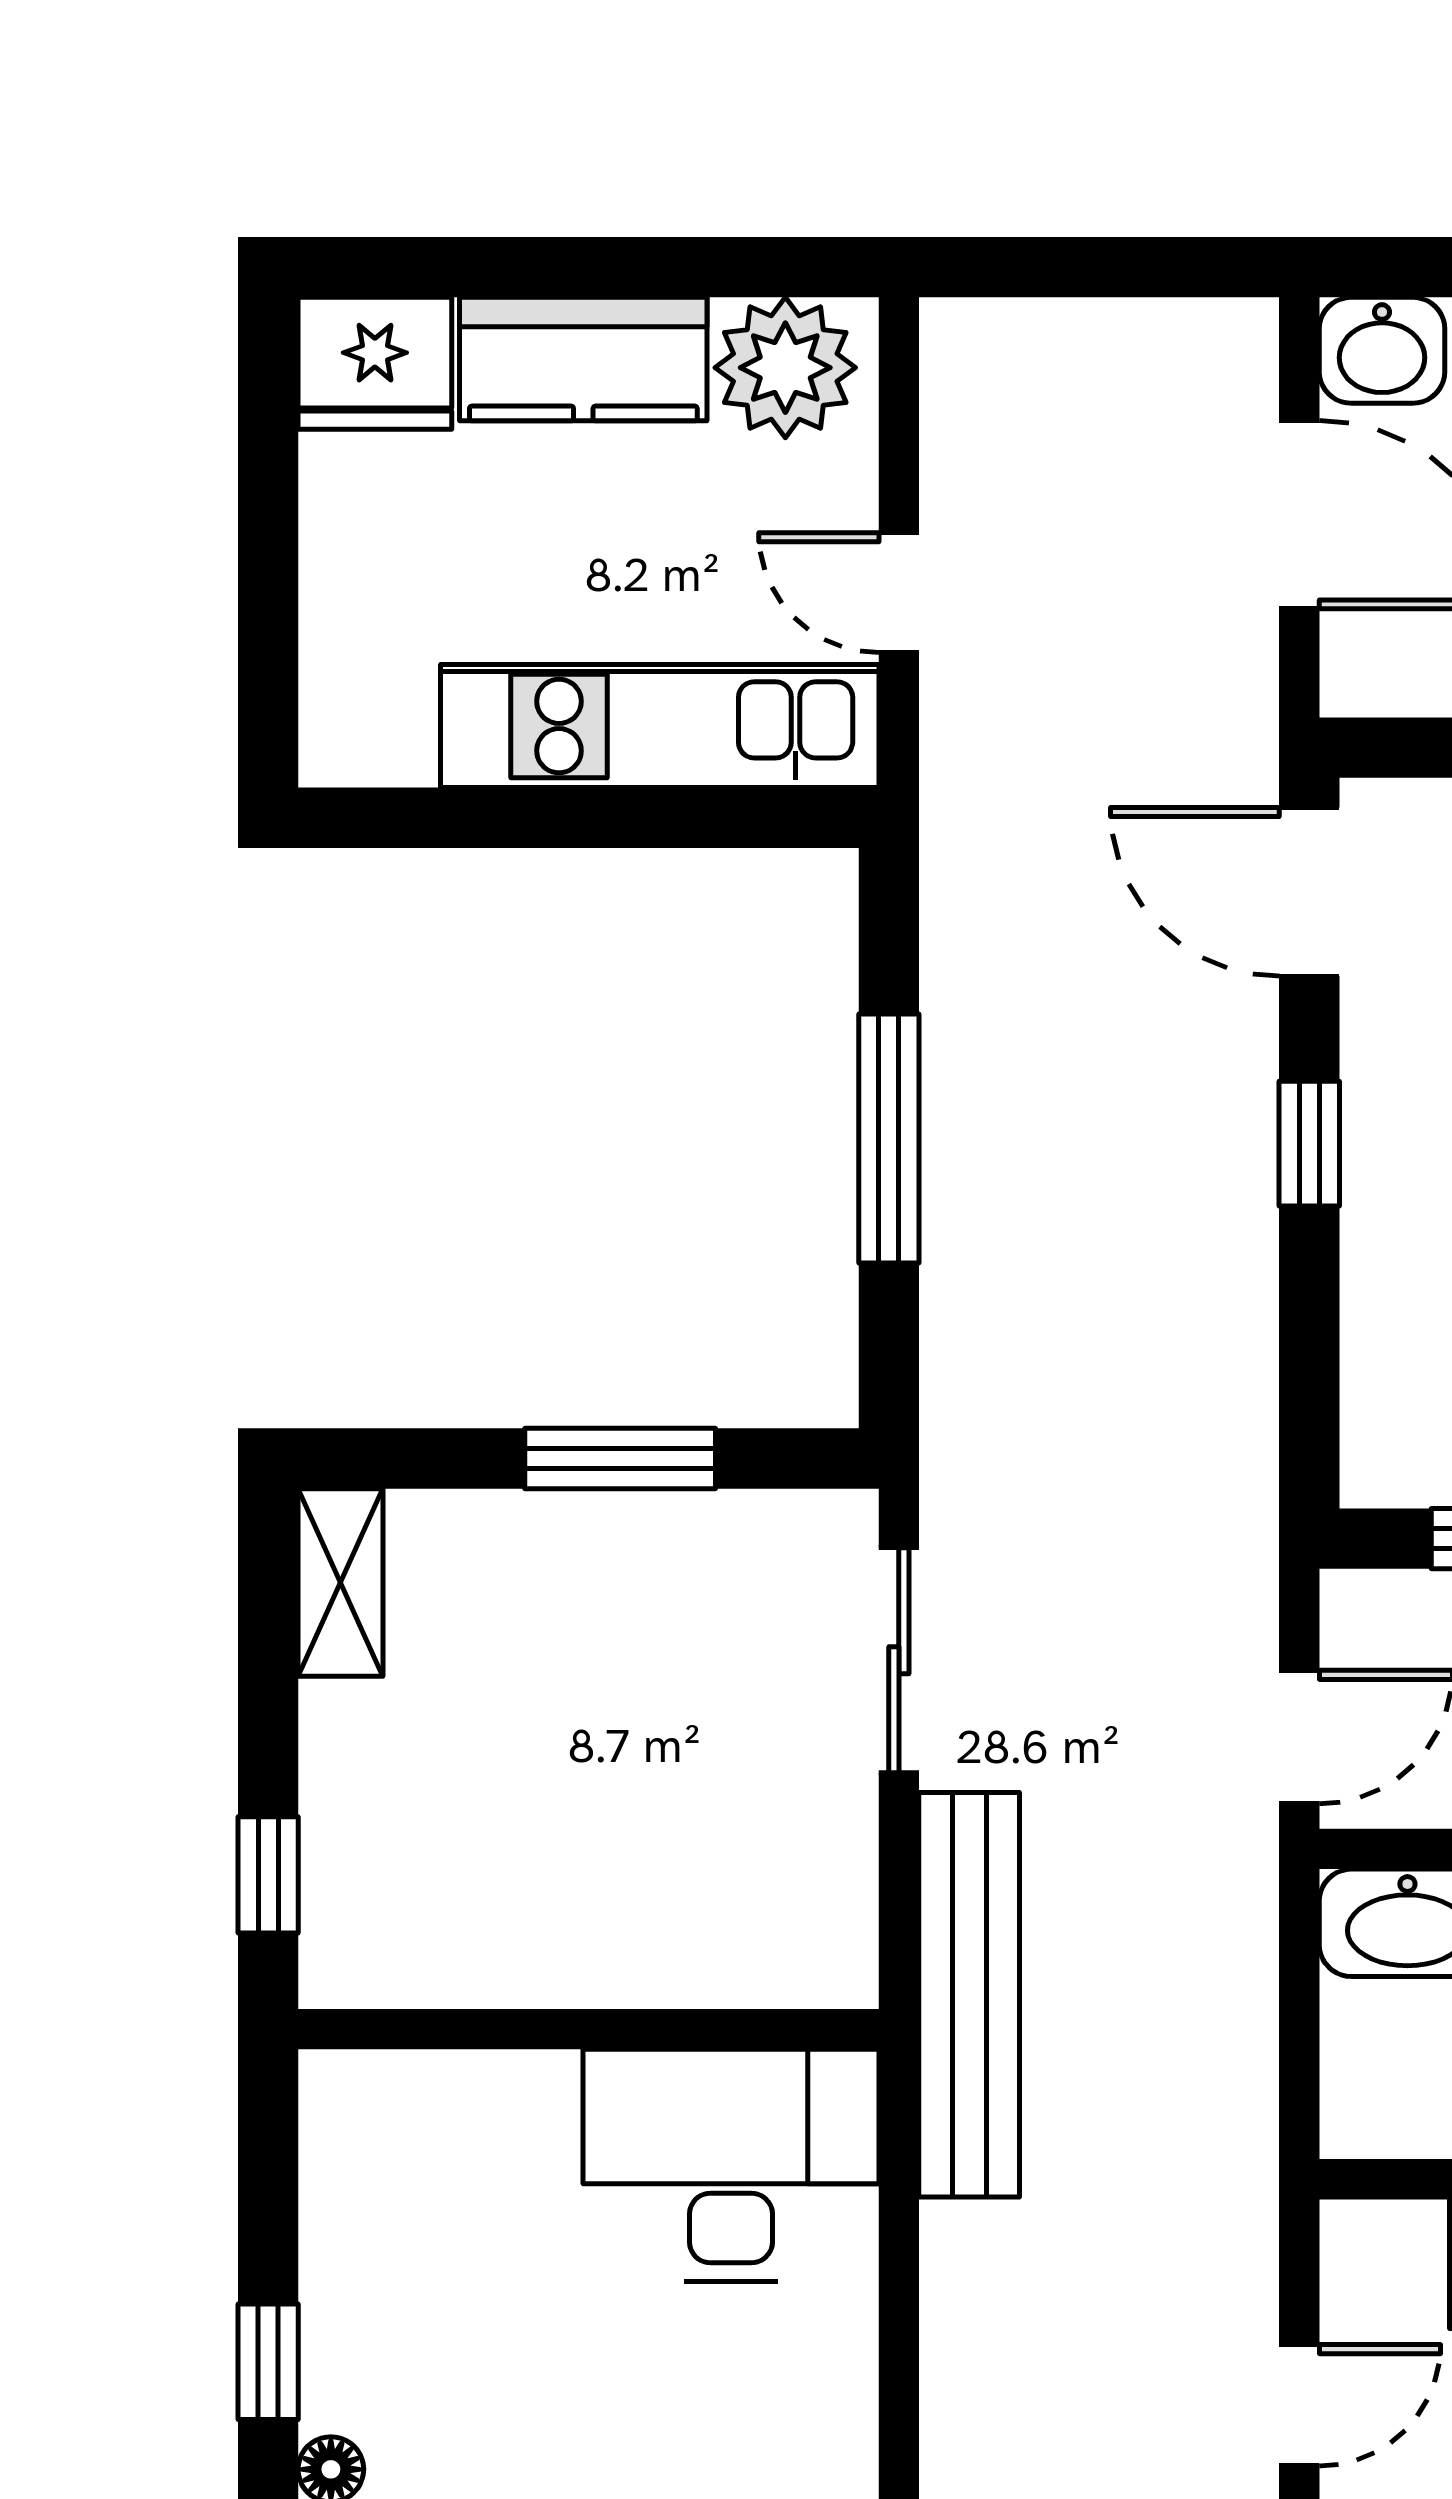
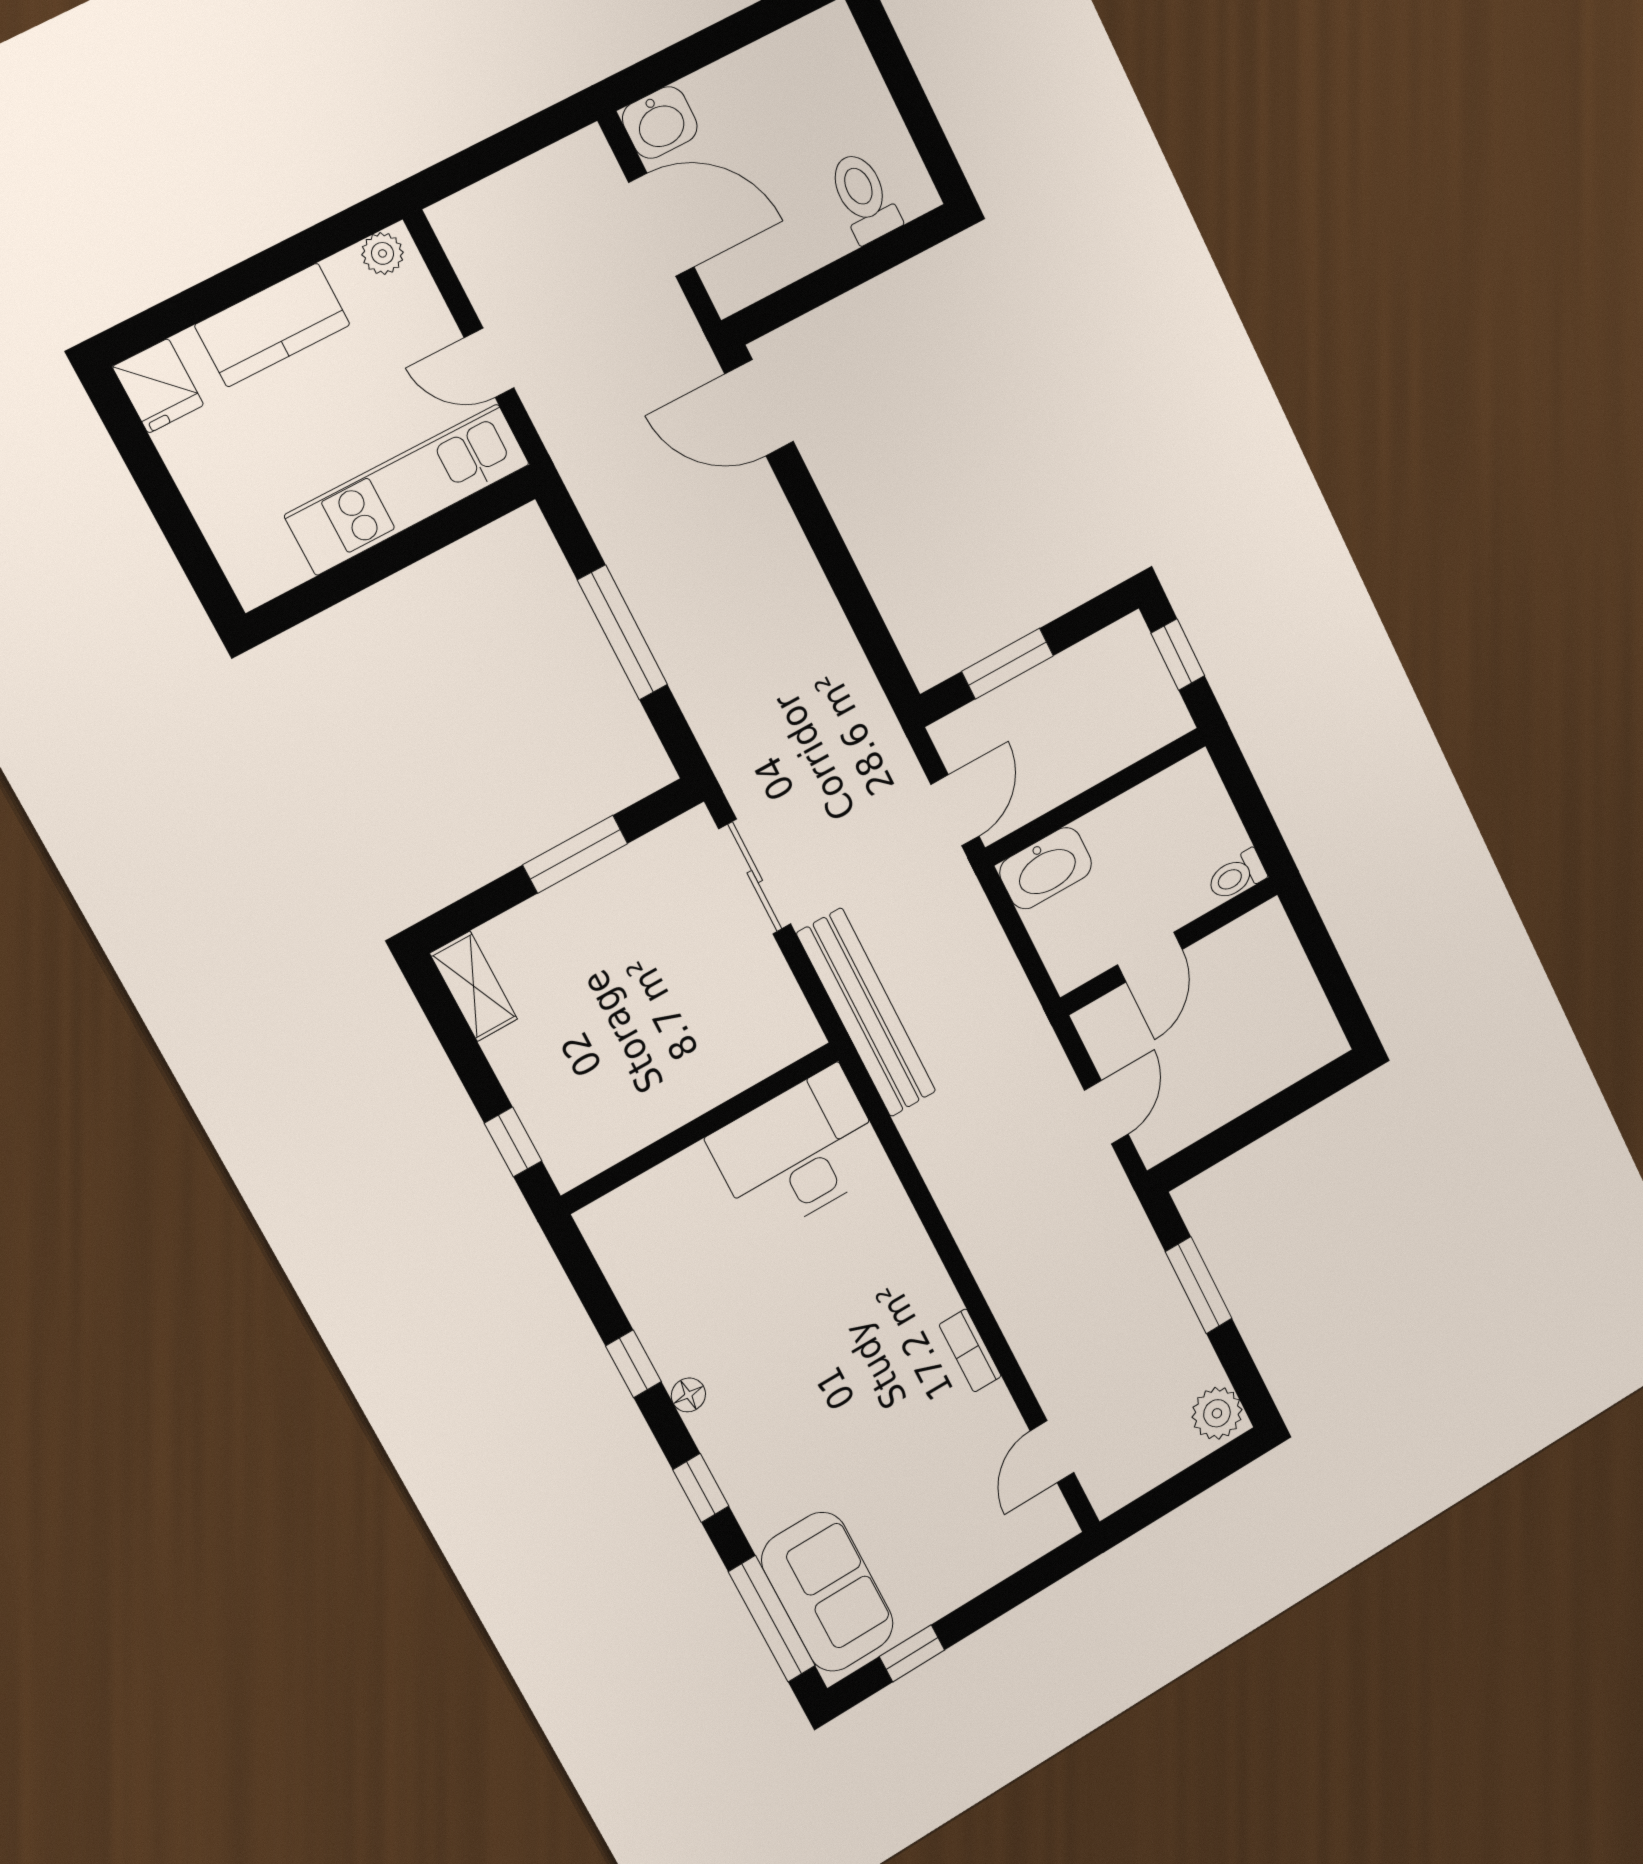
fridge: (375, 363) -> (158, 386), width x0.72
plant: (785, 368) -> (383, 253), width x0.53, depth x0.53
window: (1309, 1144) -> (820, 529), removed

